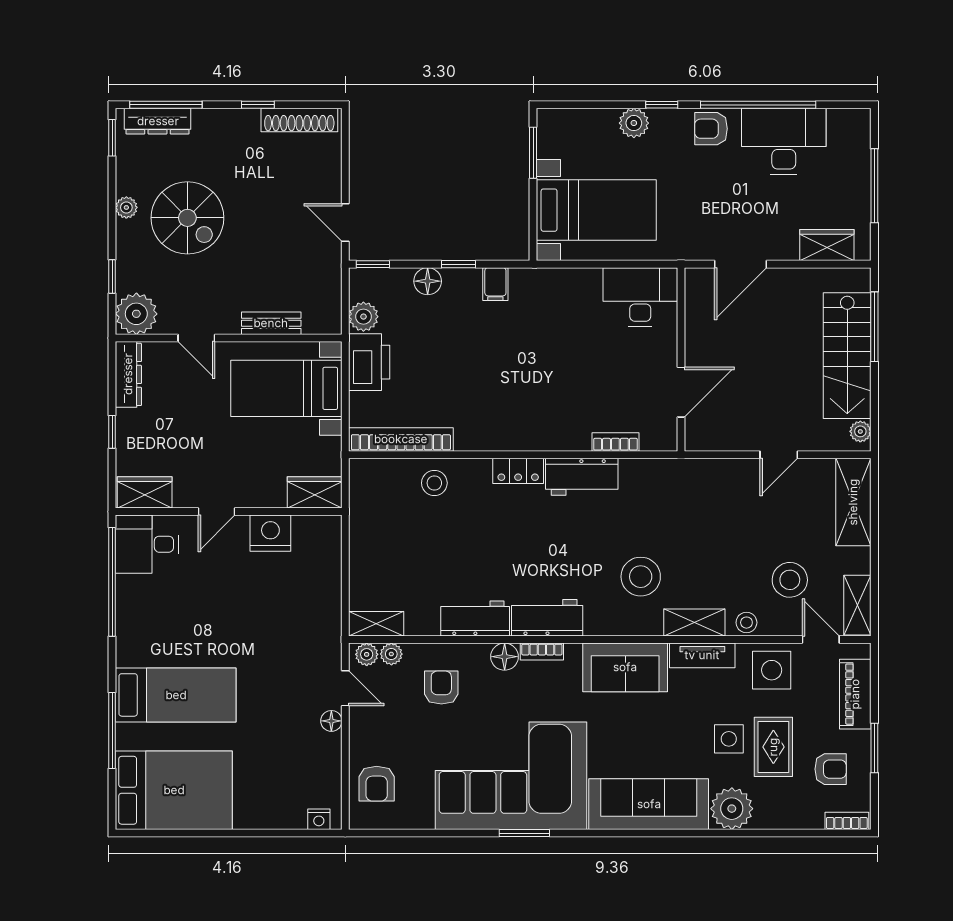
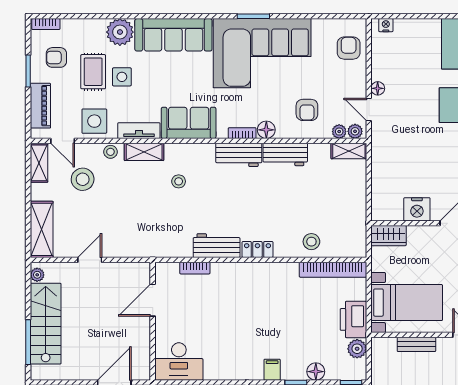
stool: (641, 577) -> (179, 181), width x0.53, depth x0.53

